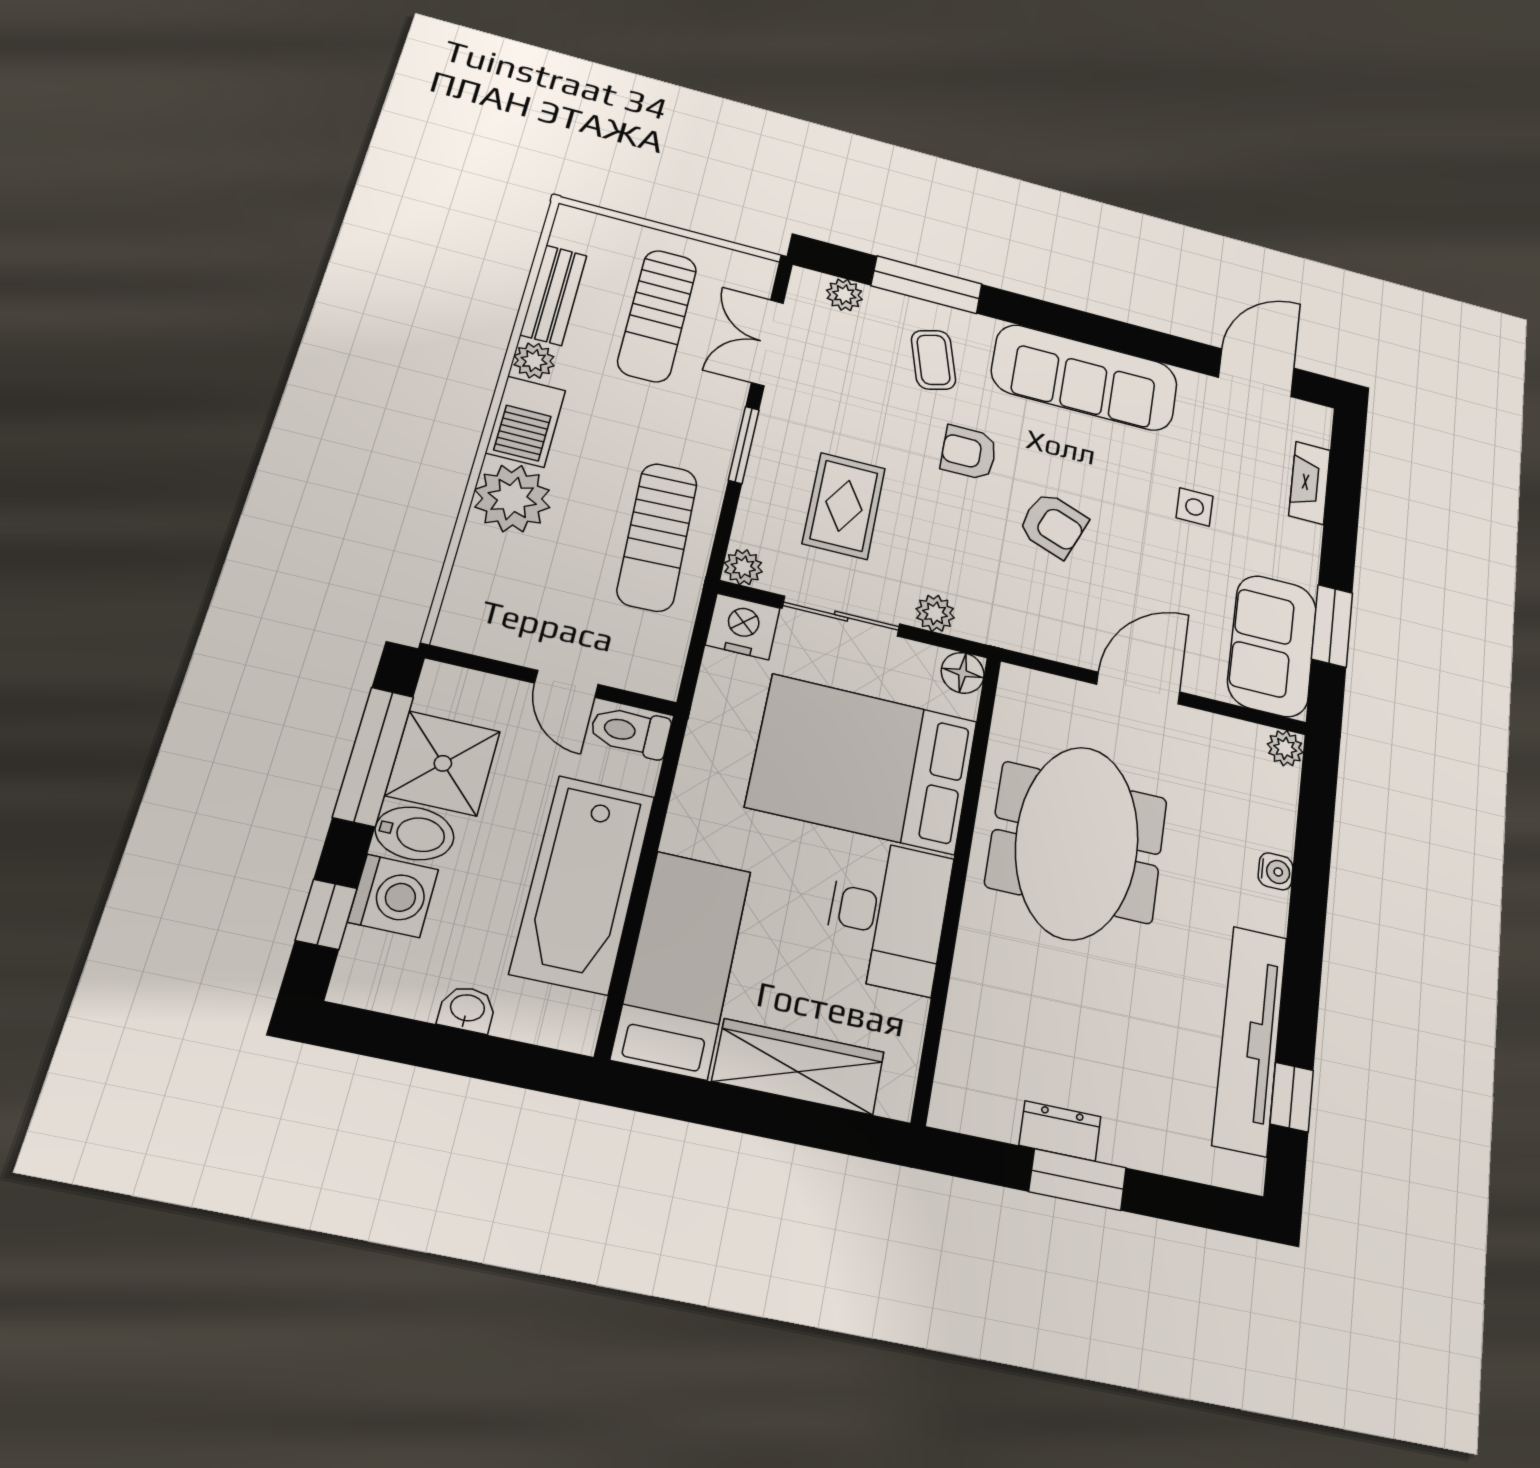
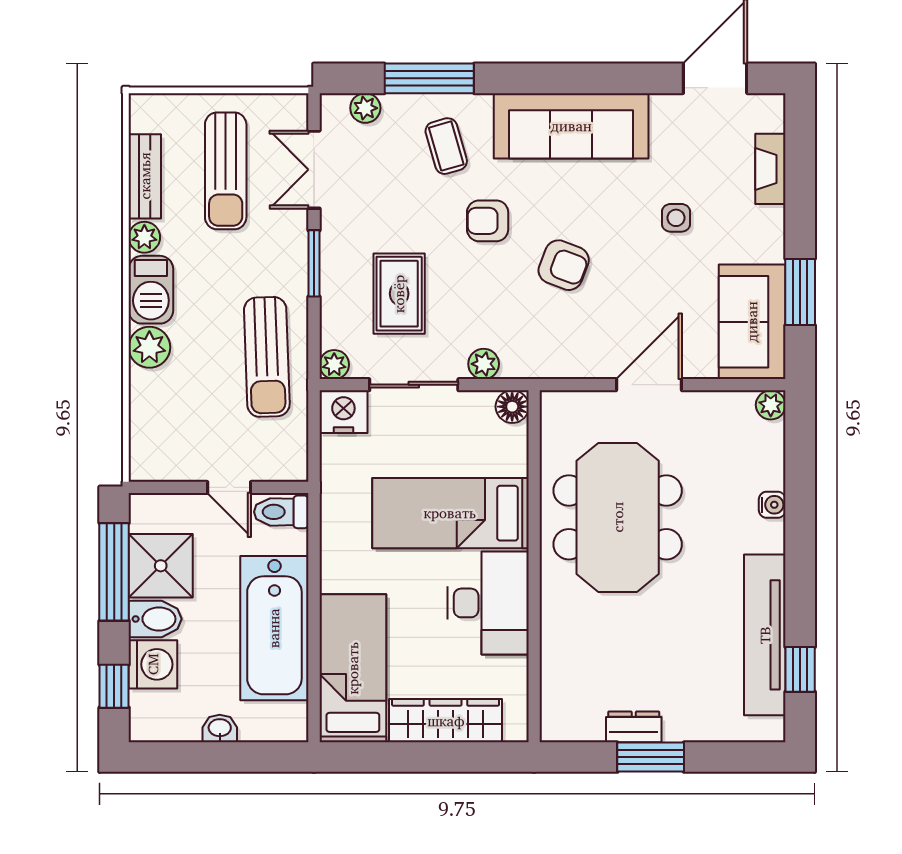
plant: (512, 499) -> (149, 347), width x0.73, depth x0.73
bed: (863, 764) -> (450, 513), width x0.67

